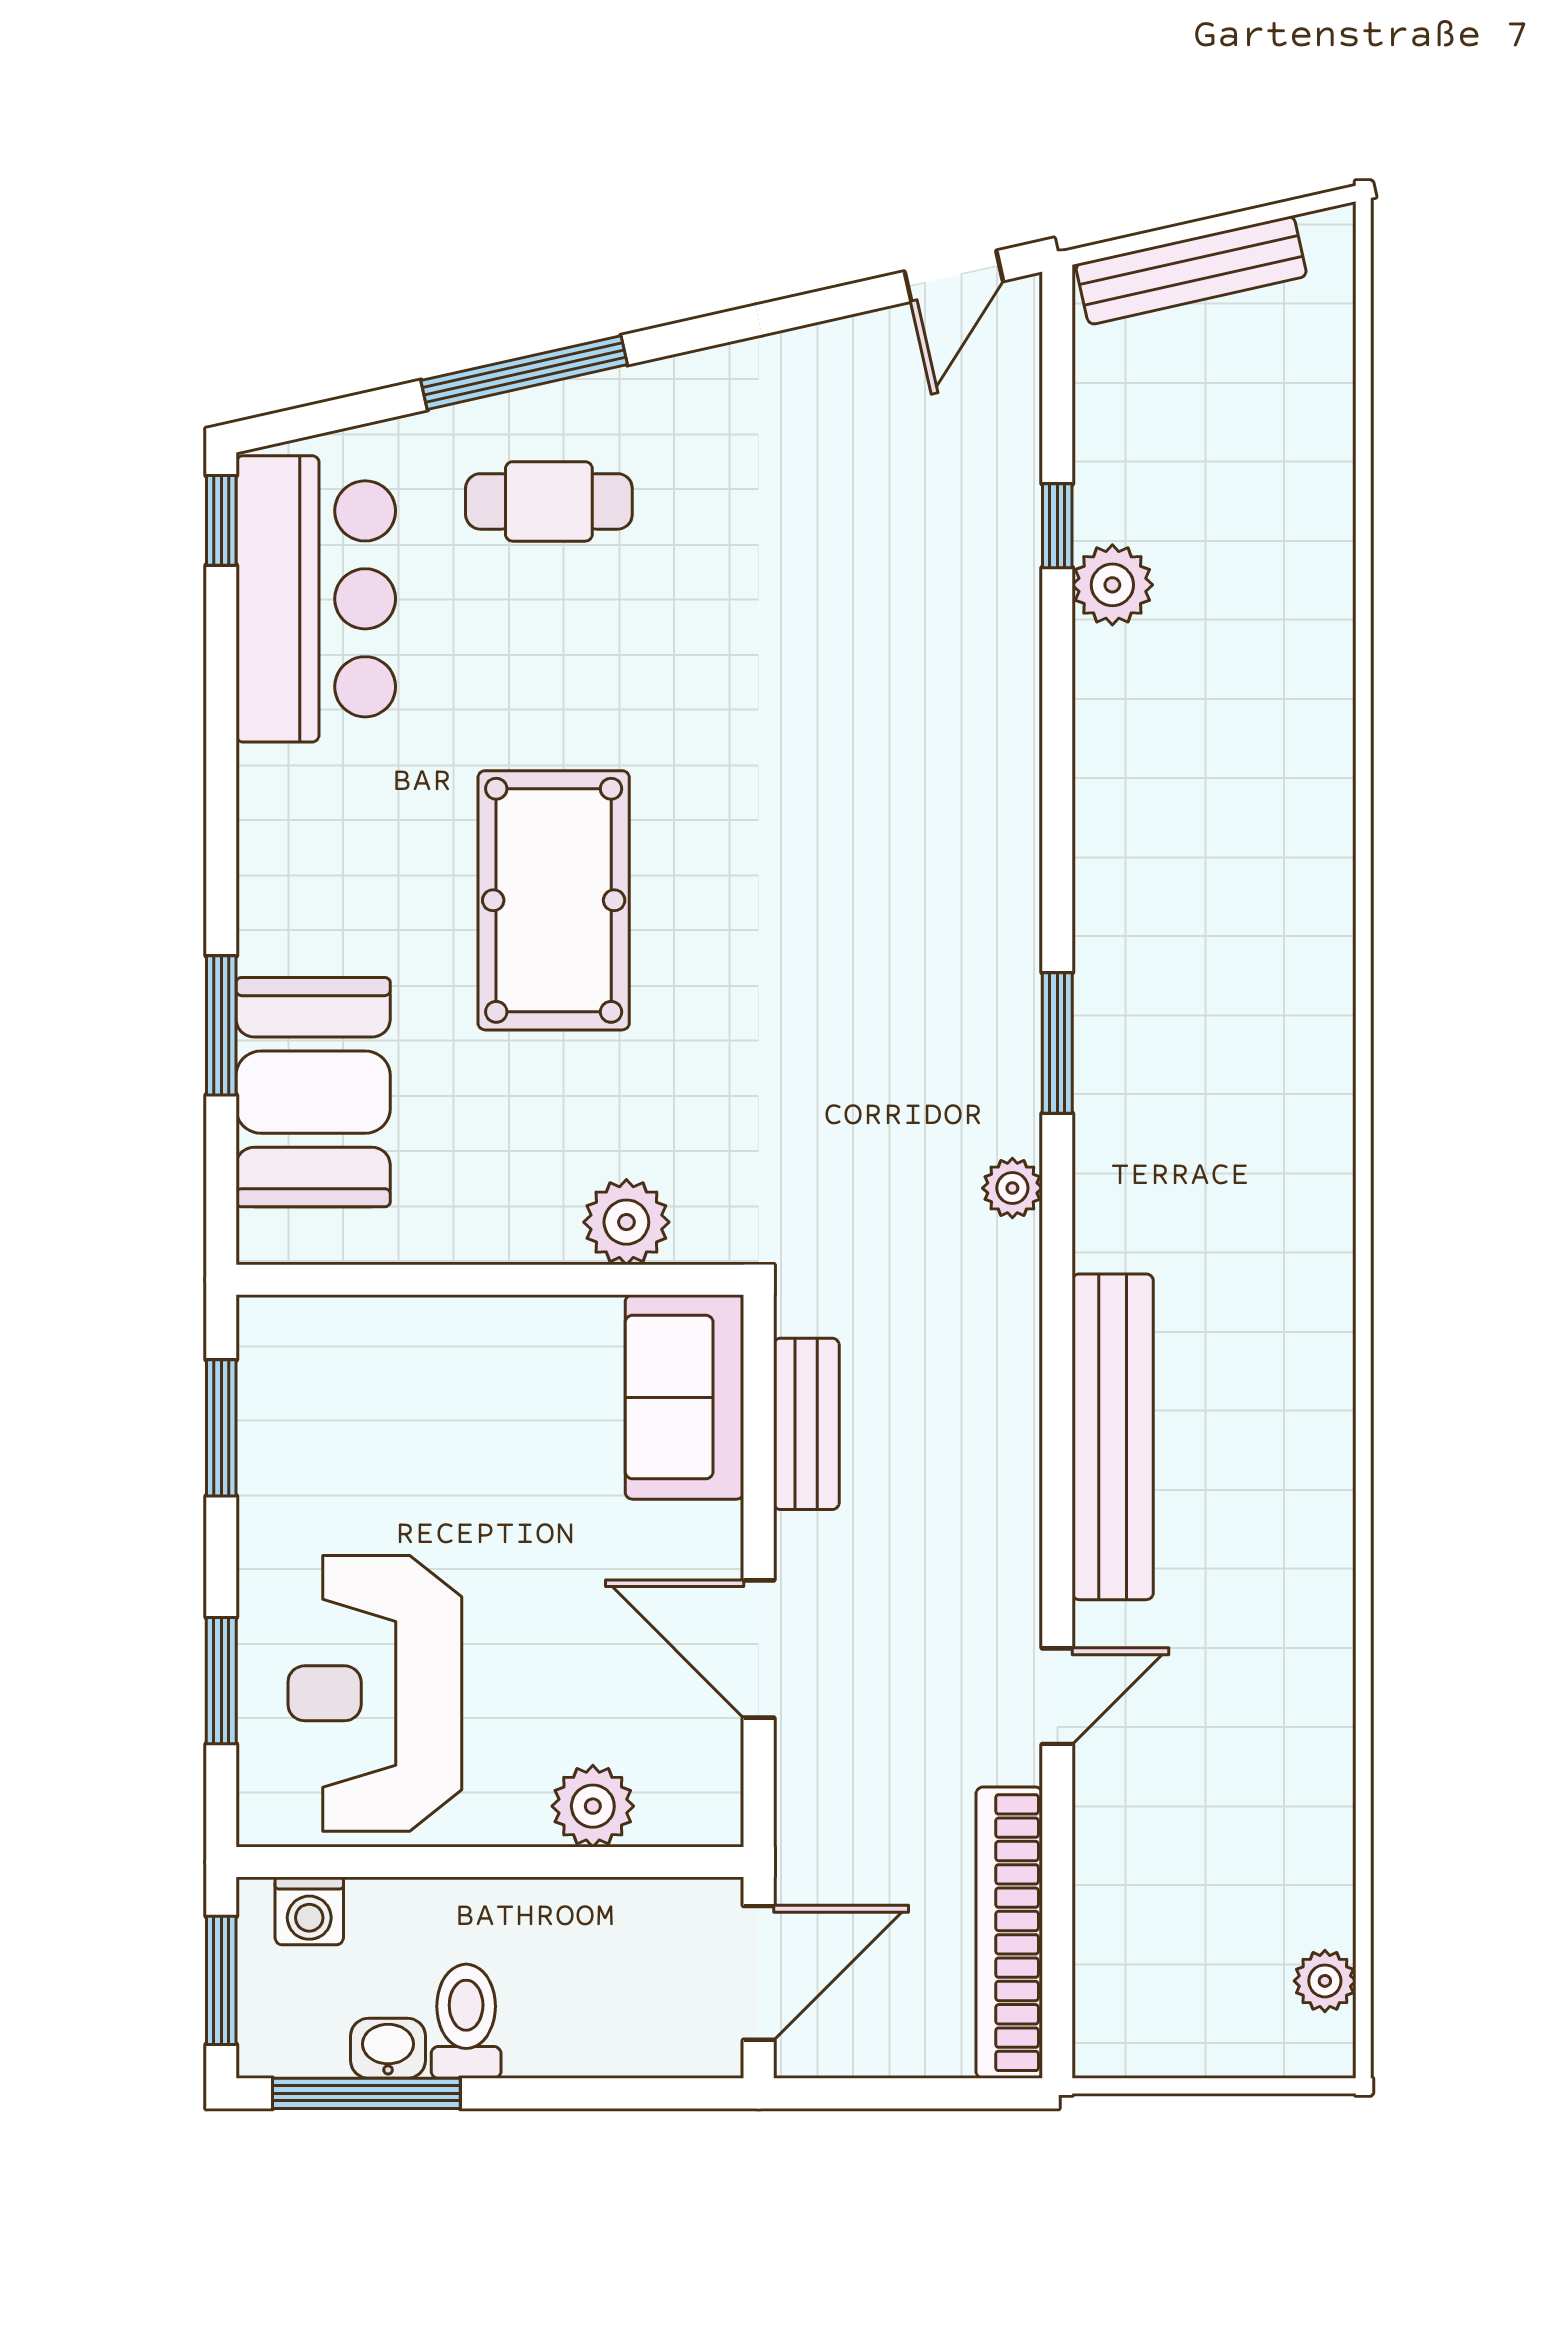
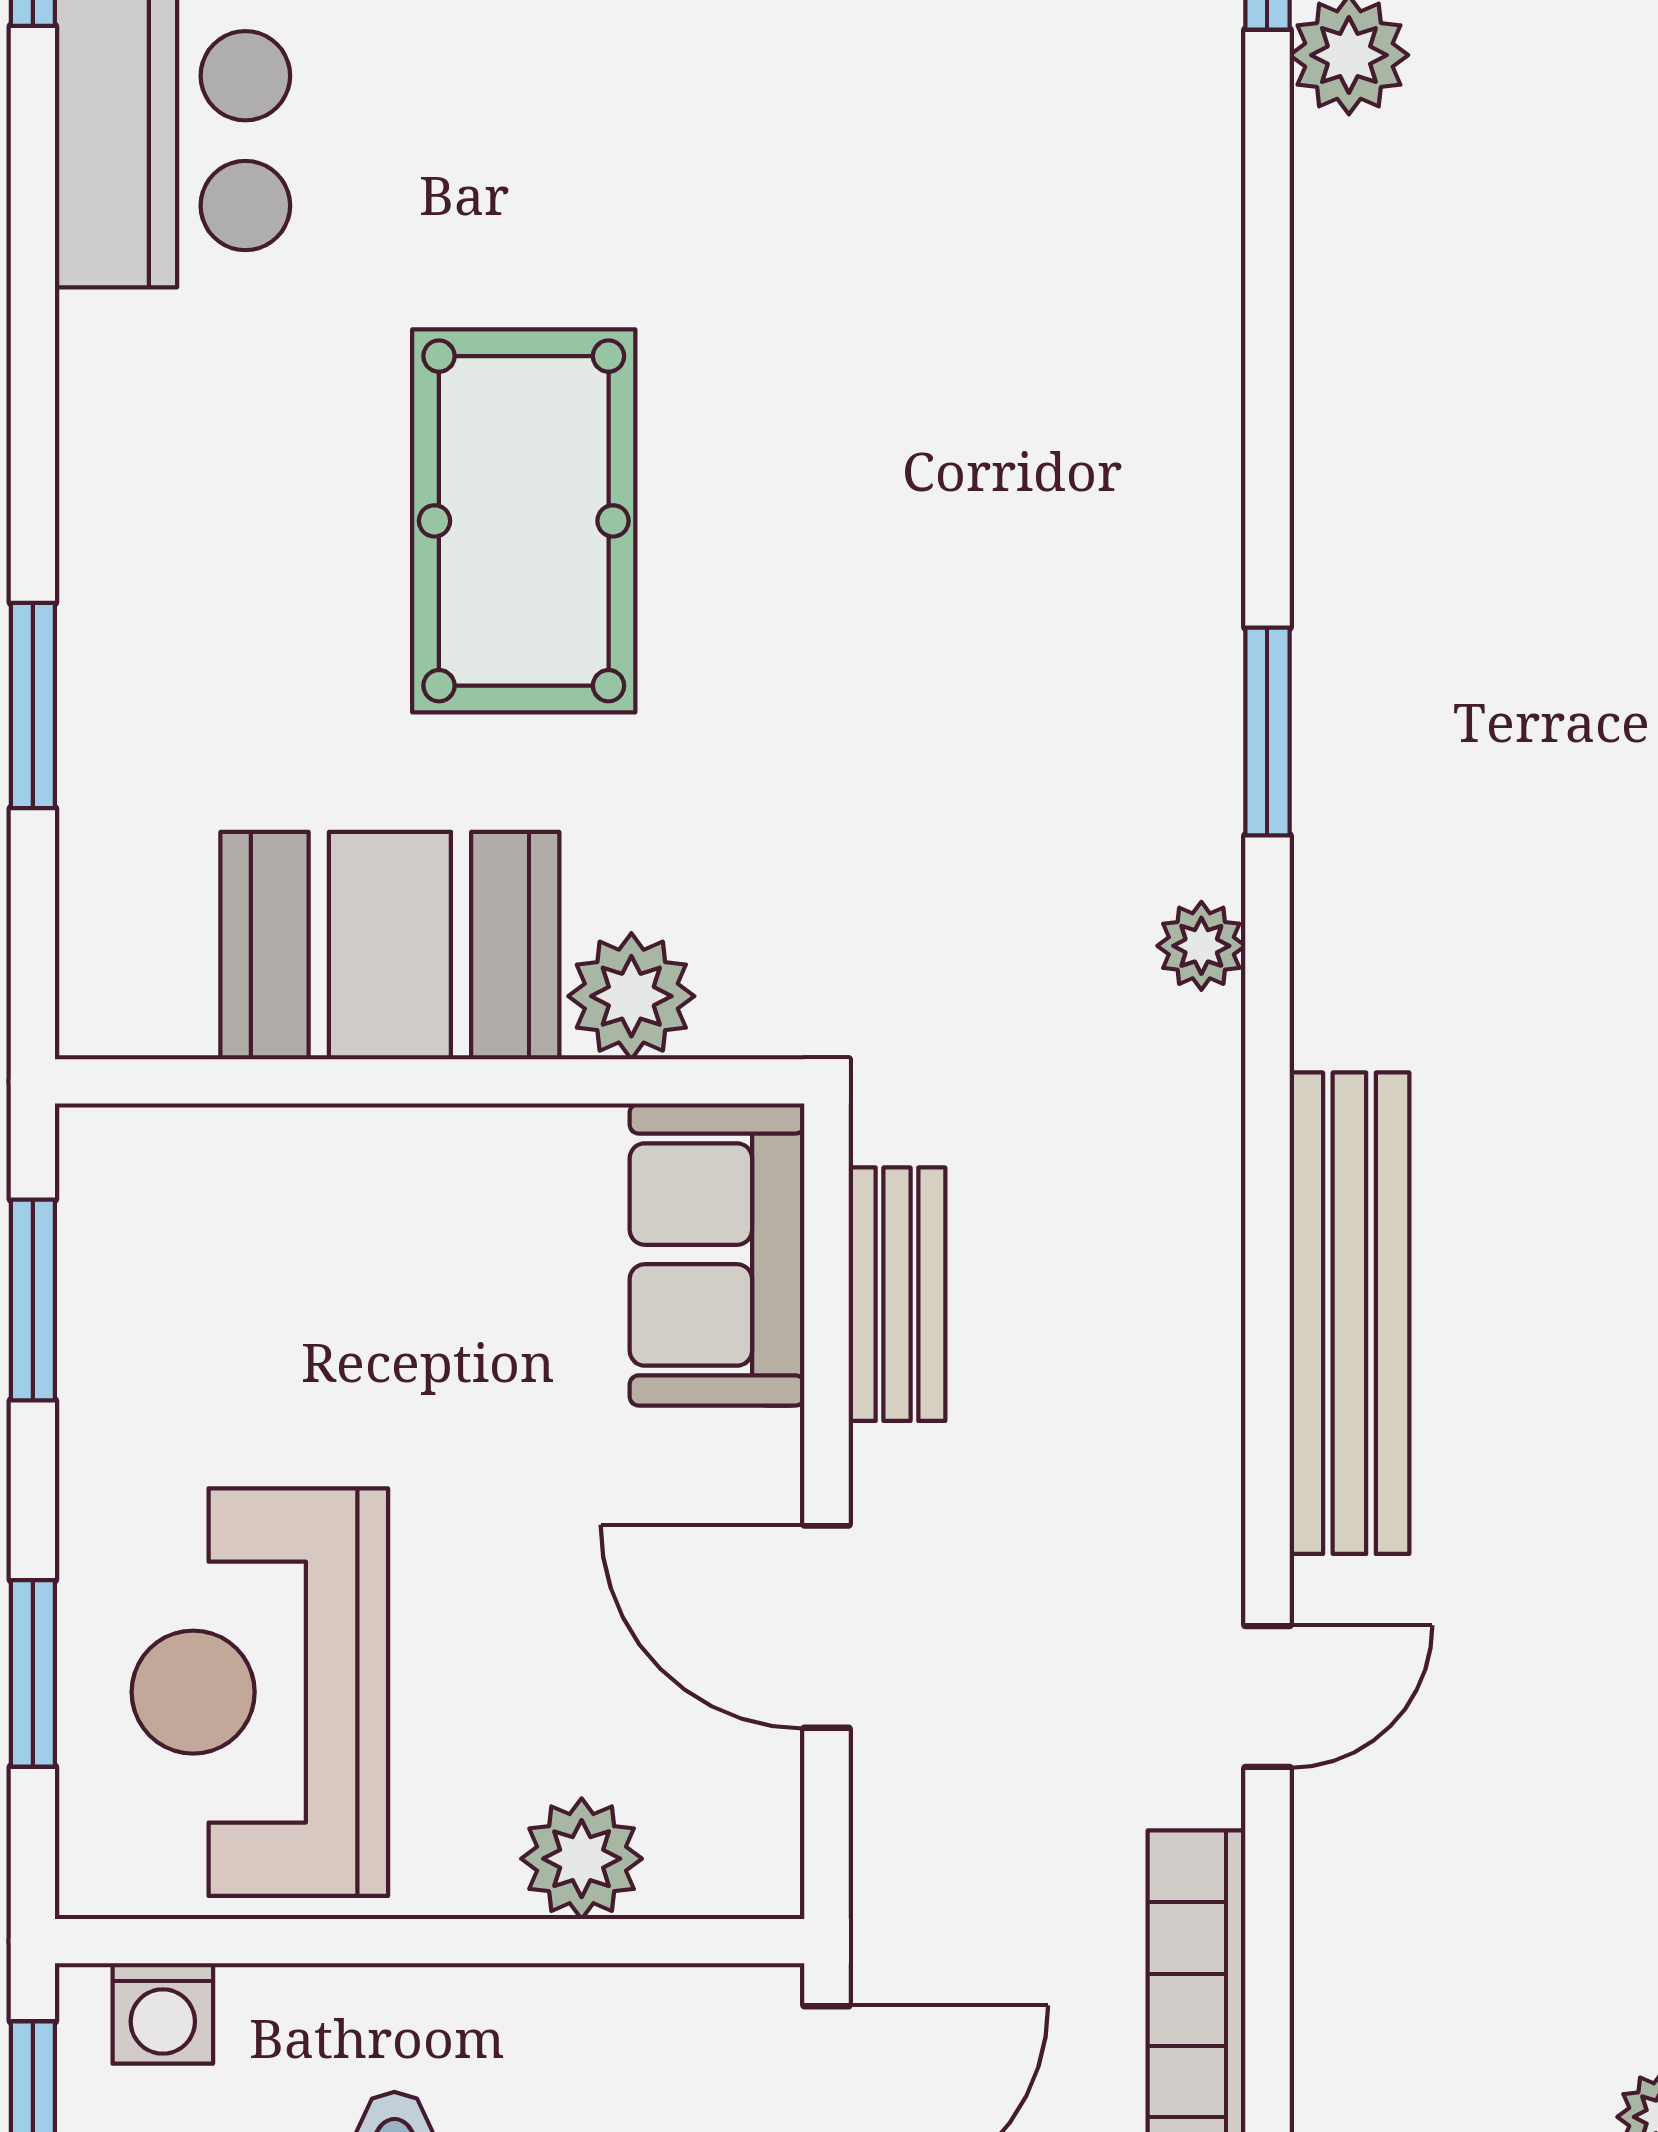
booth: (313, 1092) -> (390, 946), moved, turned 90

